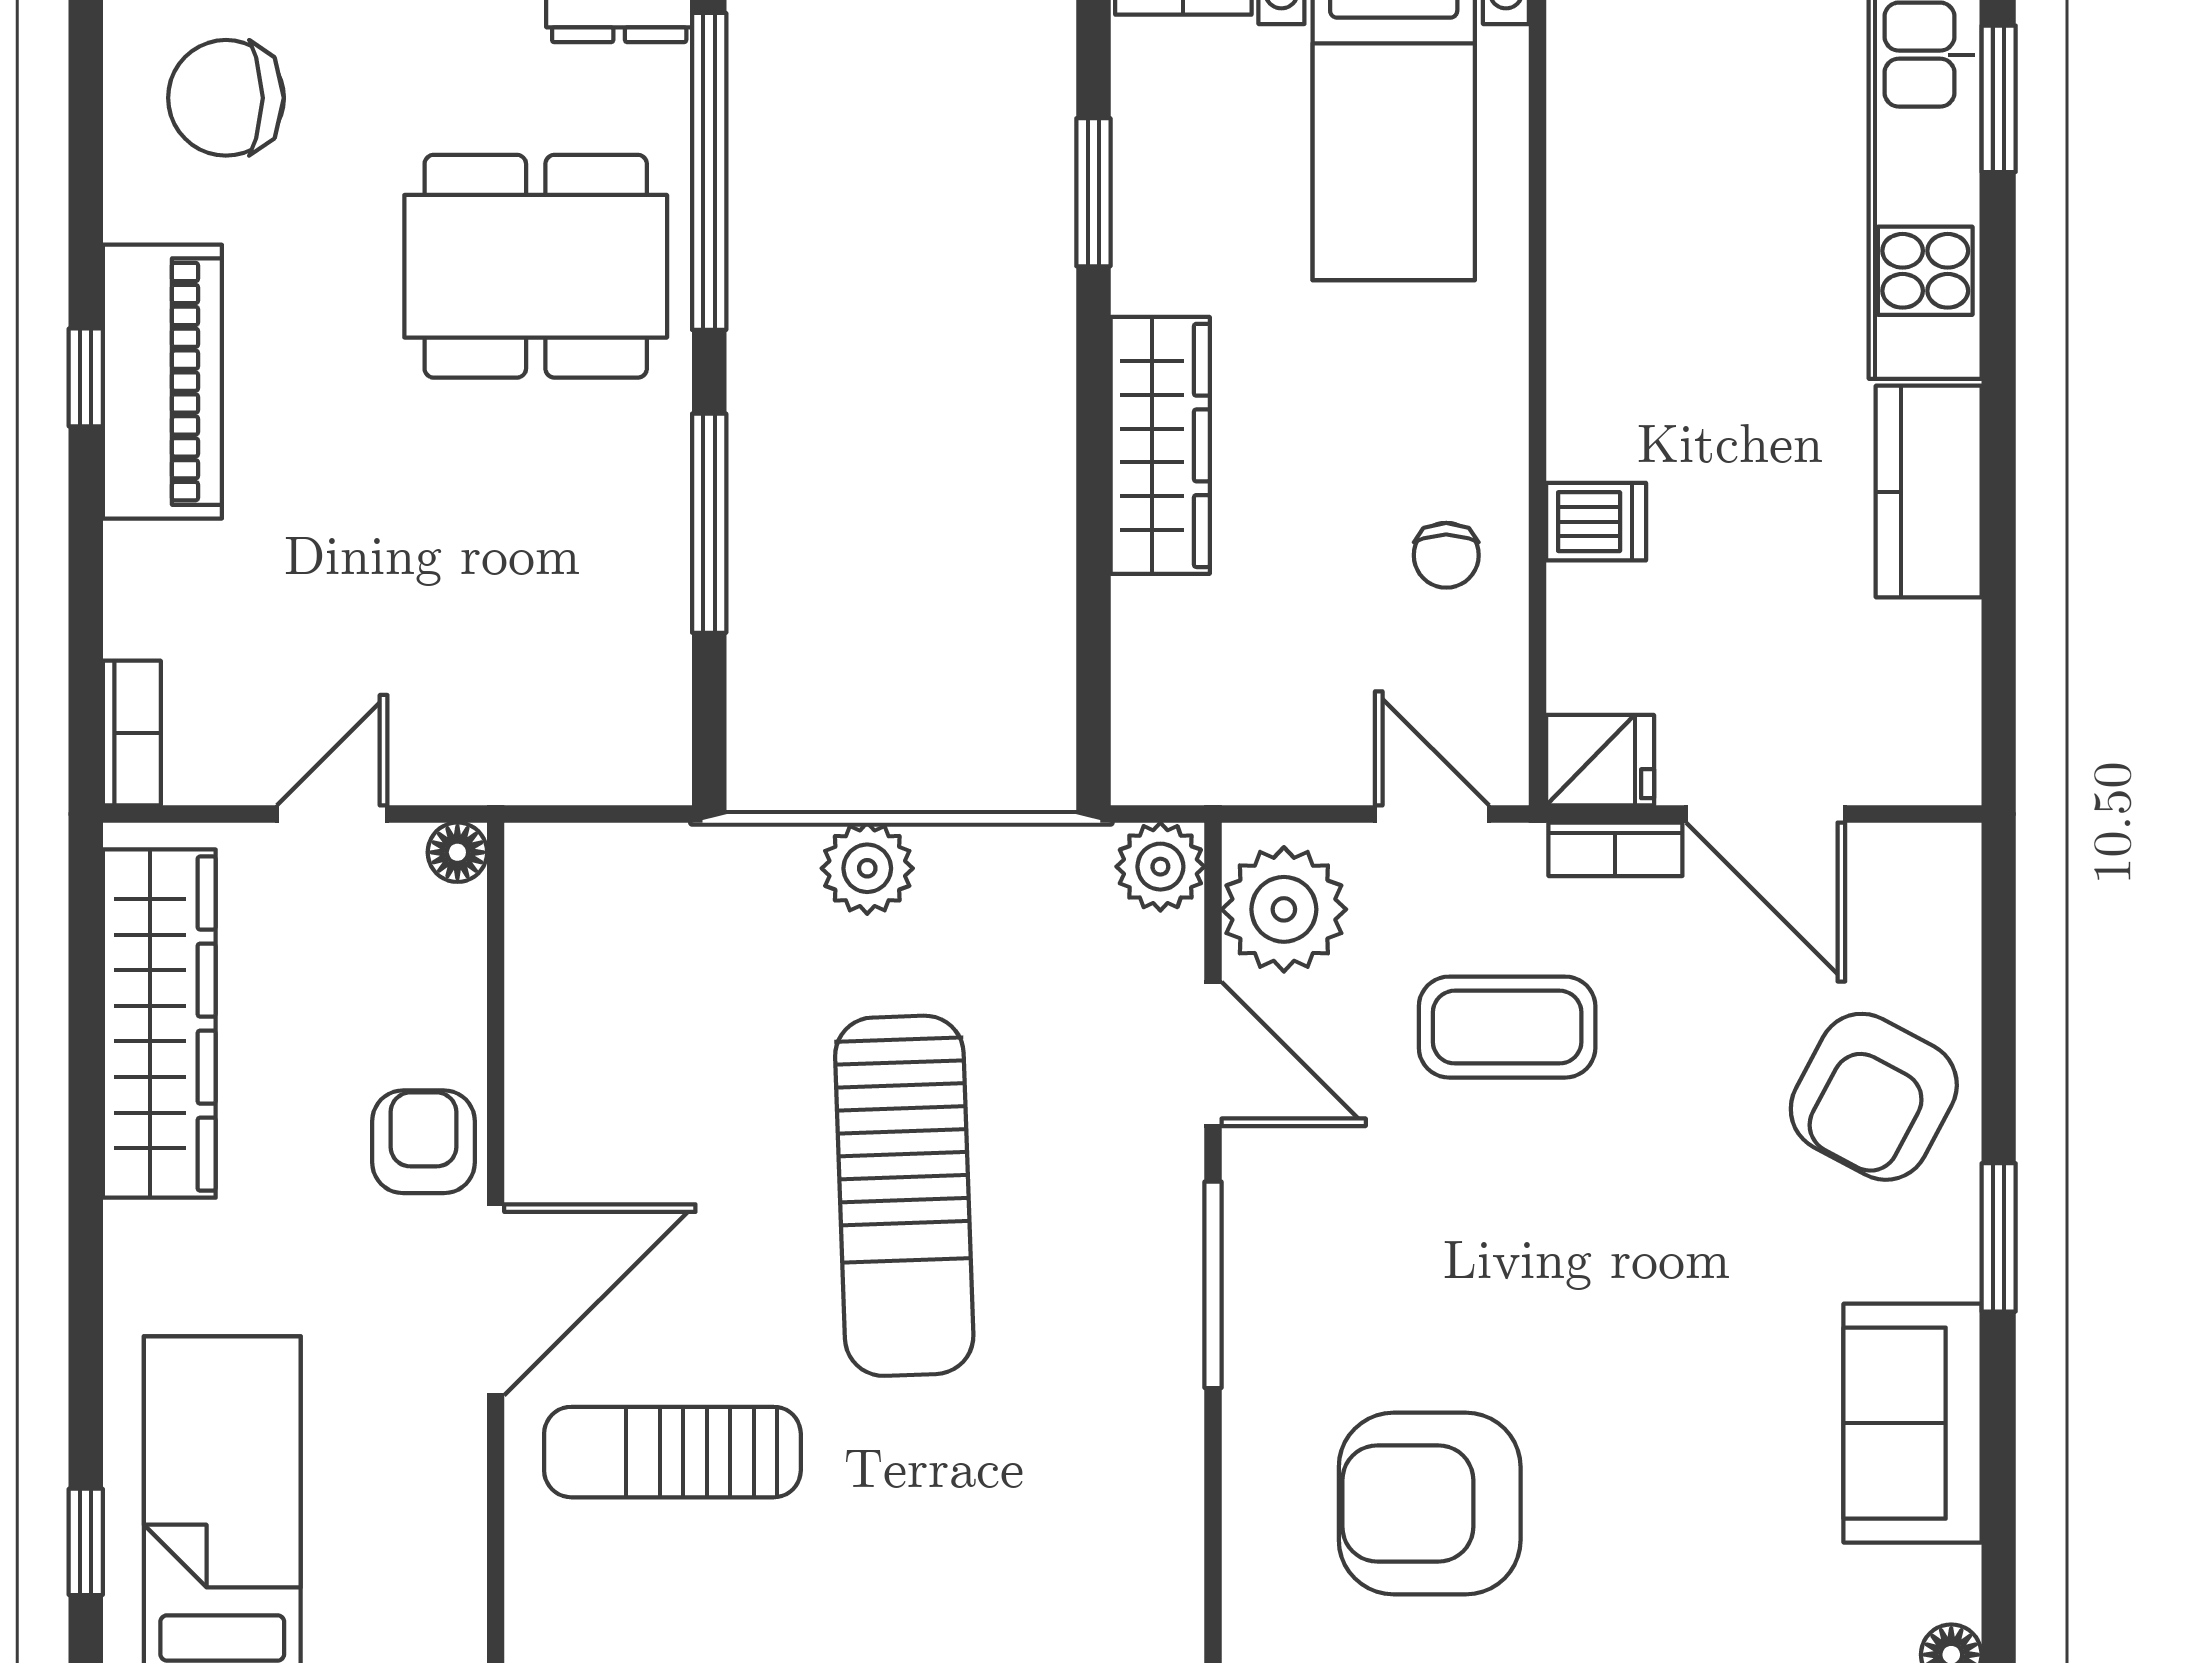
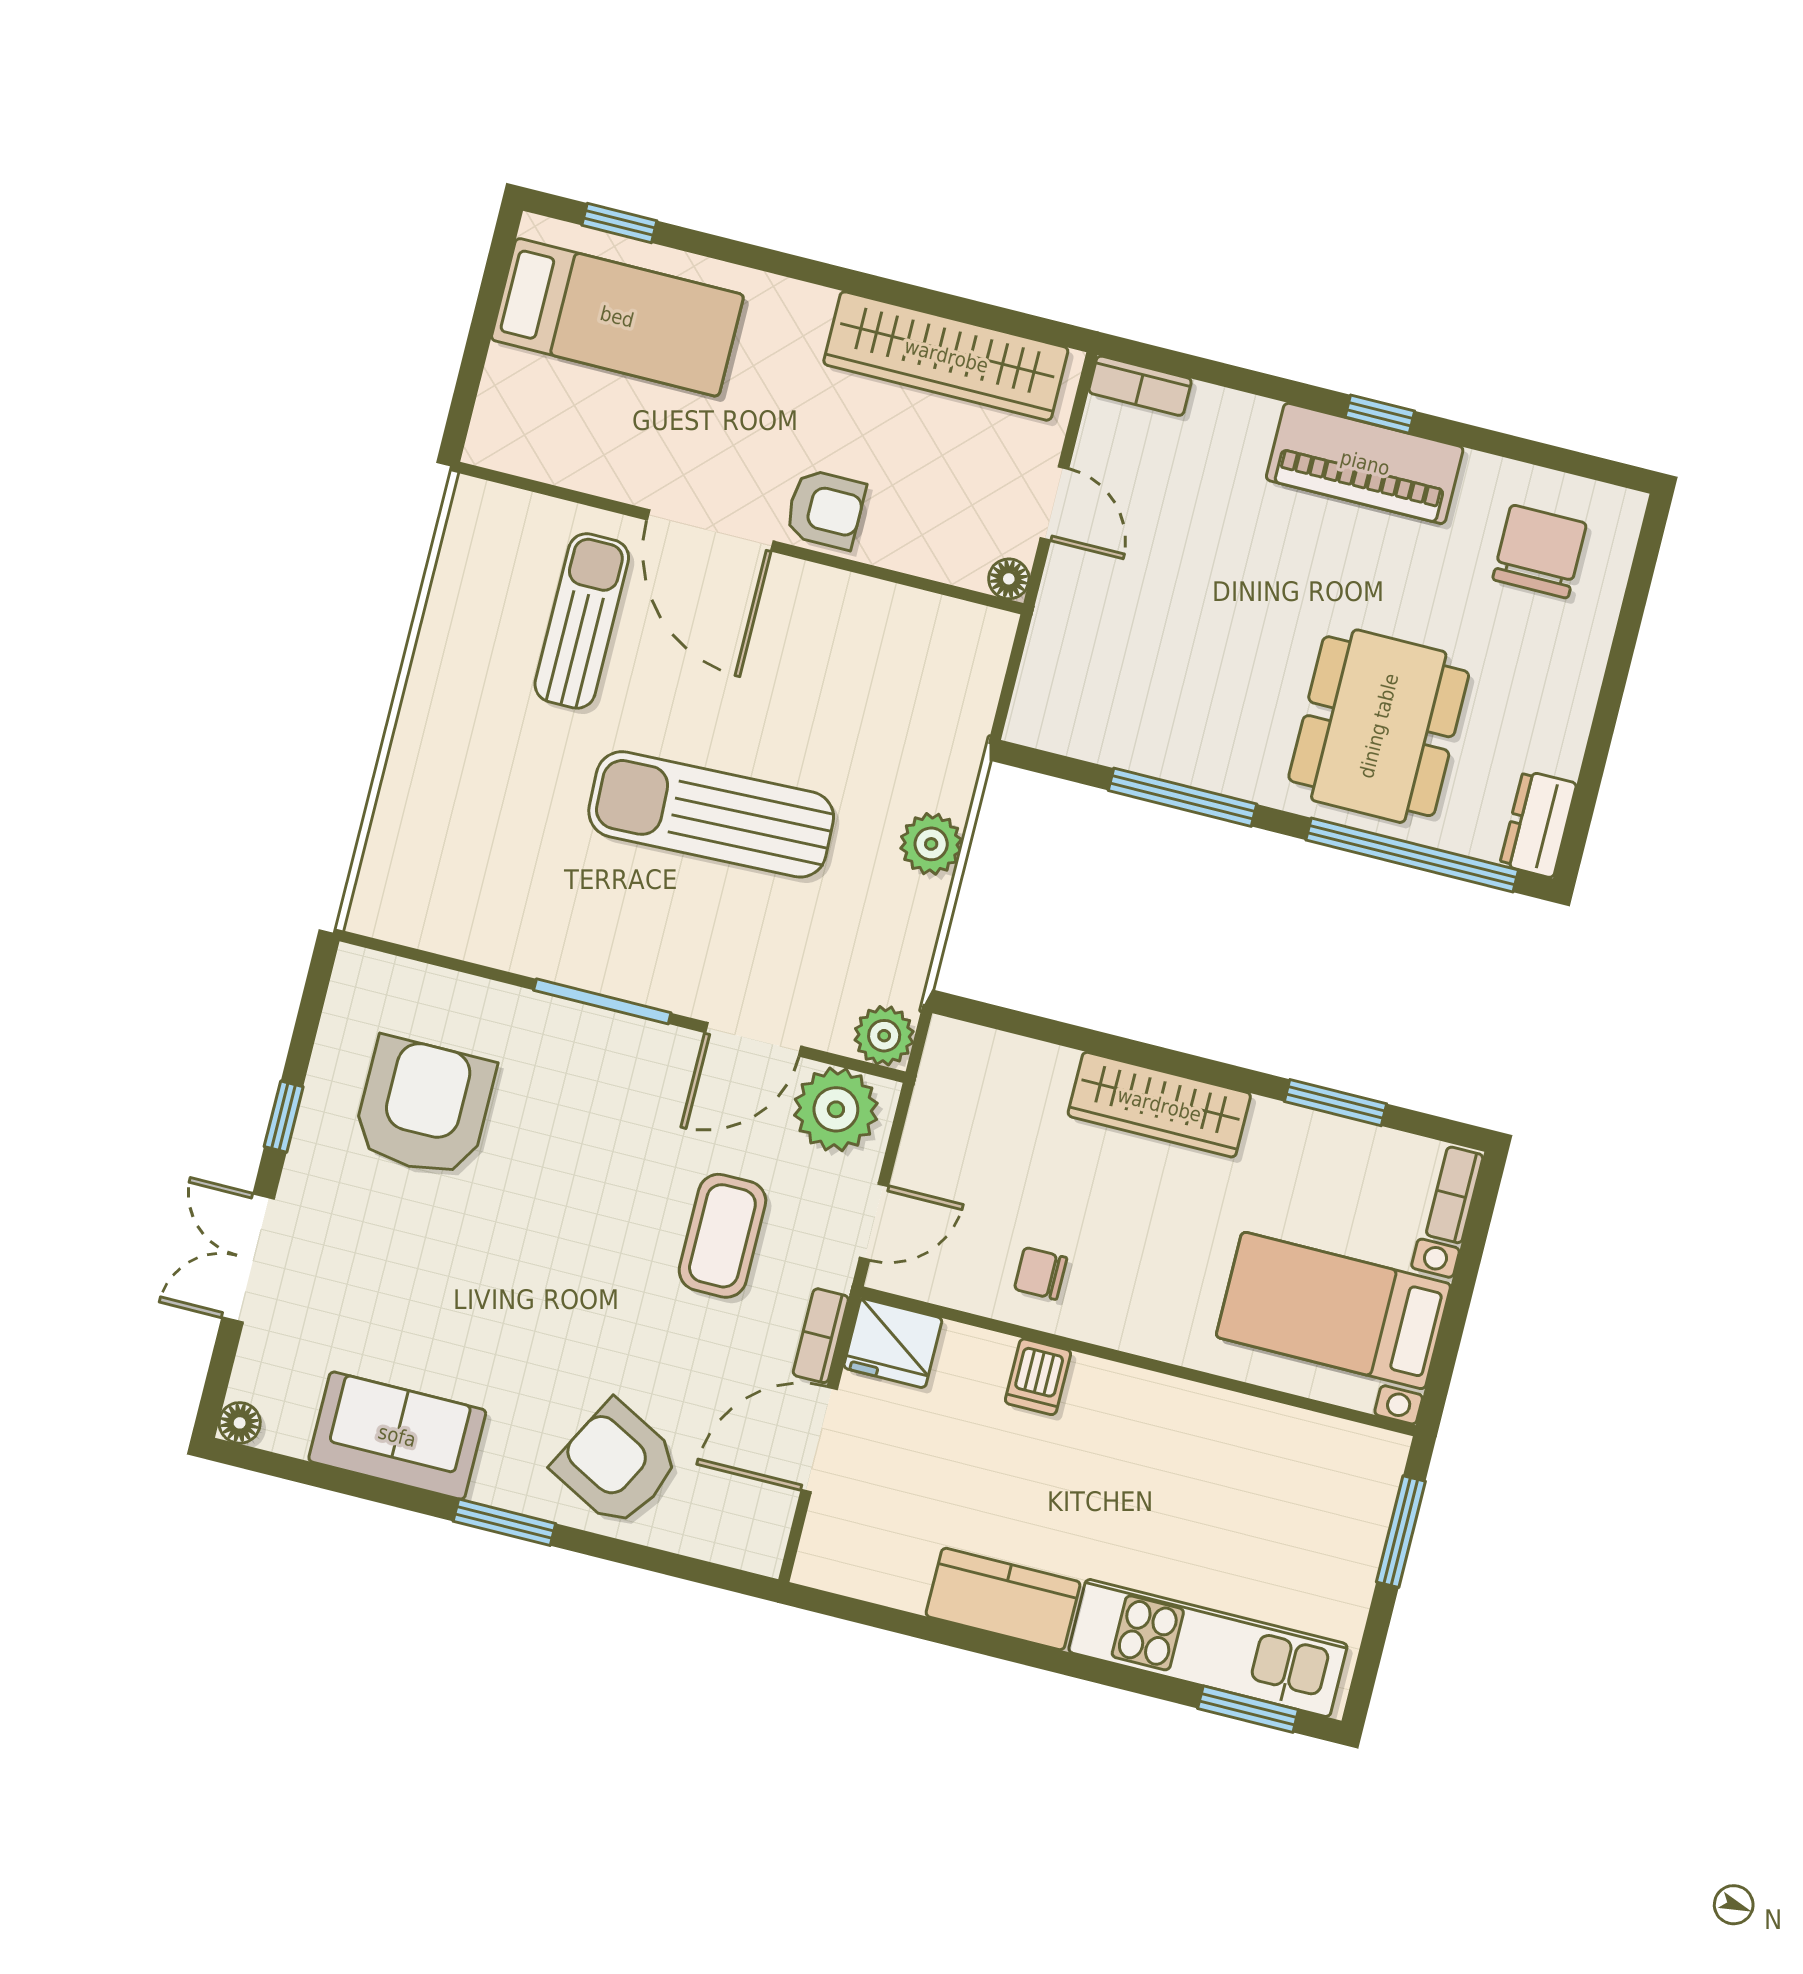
fridge: (1600, 760) -> (893, 1343), width x1.38

